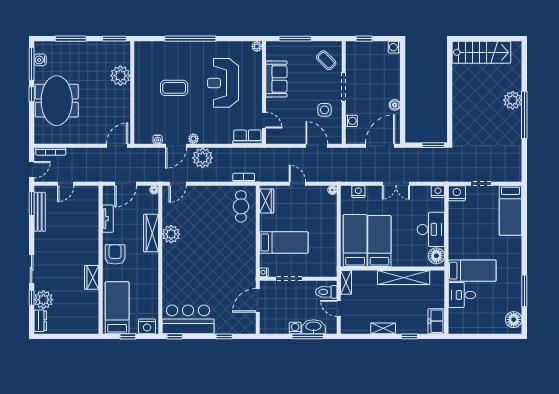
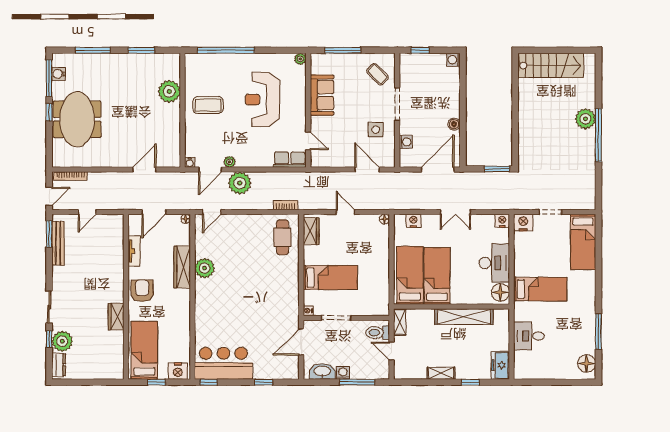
plant: (120, 76) -> (169, 91), moved
wall: (132, 93) -> (183, 110), moved
bed: (472, 271) -> (540, 289), moved
washbasin: (313, 327) -> (322, 371), moved

